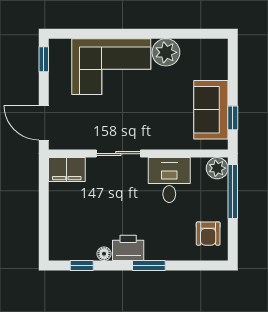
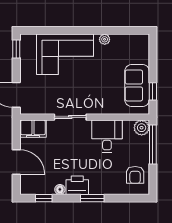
plant: (166, 52) -> (105, 39), width x0.53, depth x0.53
door: (44, 216) -> (16, 162), added

